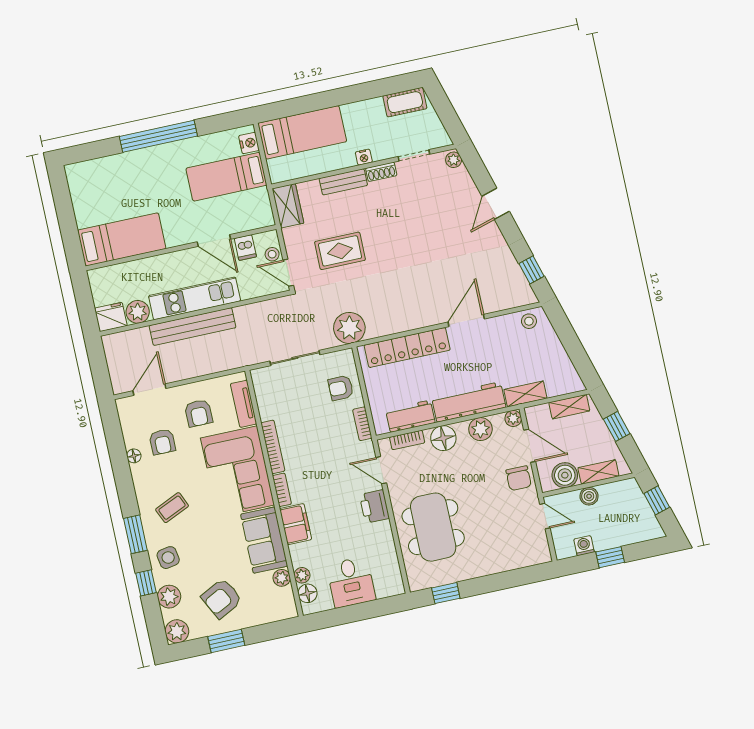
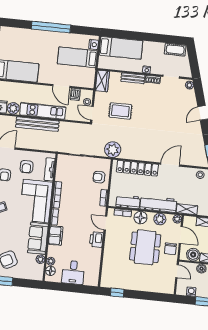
dining table: (433, 527) -> (145, 247), moved

